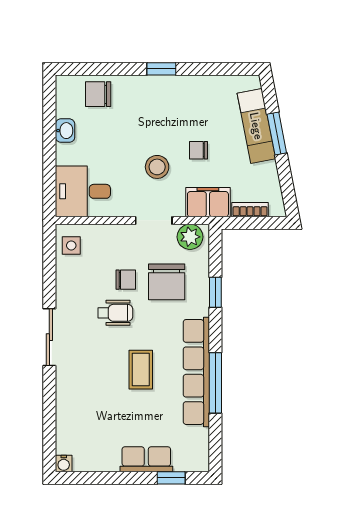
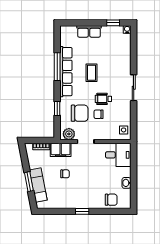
stool: (157, 167) -> (84, 166), removed
chair: (167, 282) -> (80, 113), turned 90
window: (171, 478) -> (113, 23), moved

